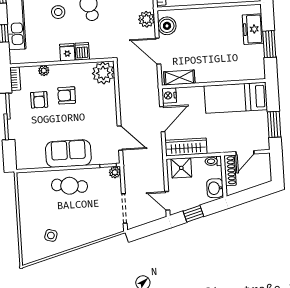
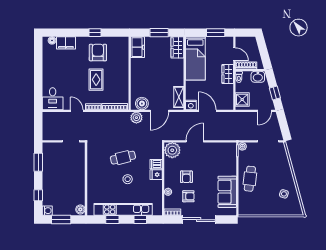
freezer: (253, 29) -> (137, 47), moved, turned -90
wardrobe: (250, 71) -> (177, 47), added
door: (120, 138) -> (195, 141), moved
wardrobe: (186, 147) -> (228, 74), moved, width x0.67
sofa: (68, 153) -> (227, 192), moved

